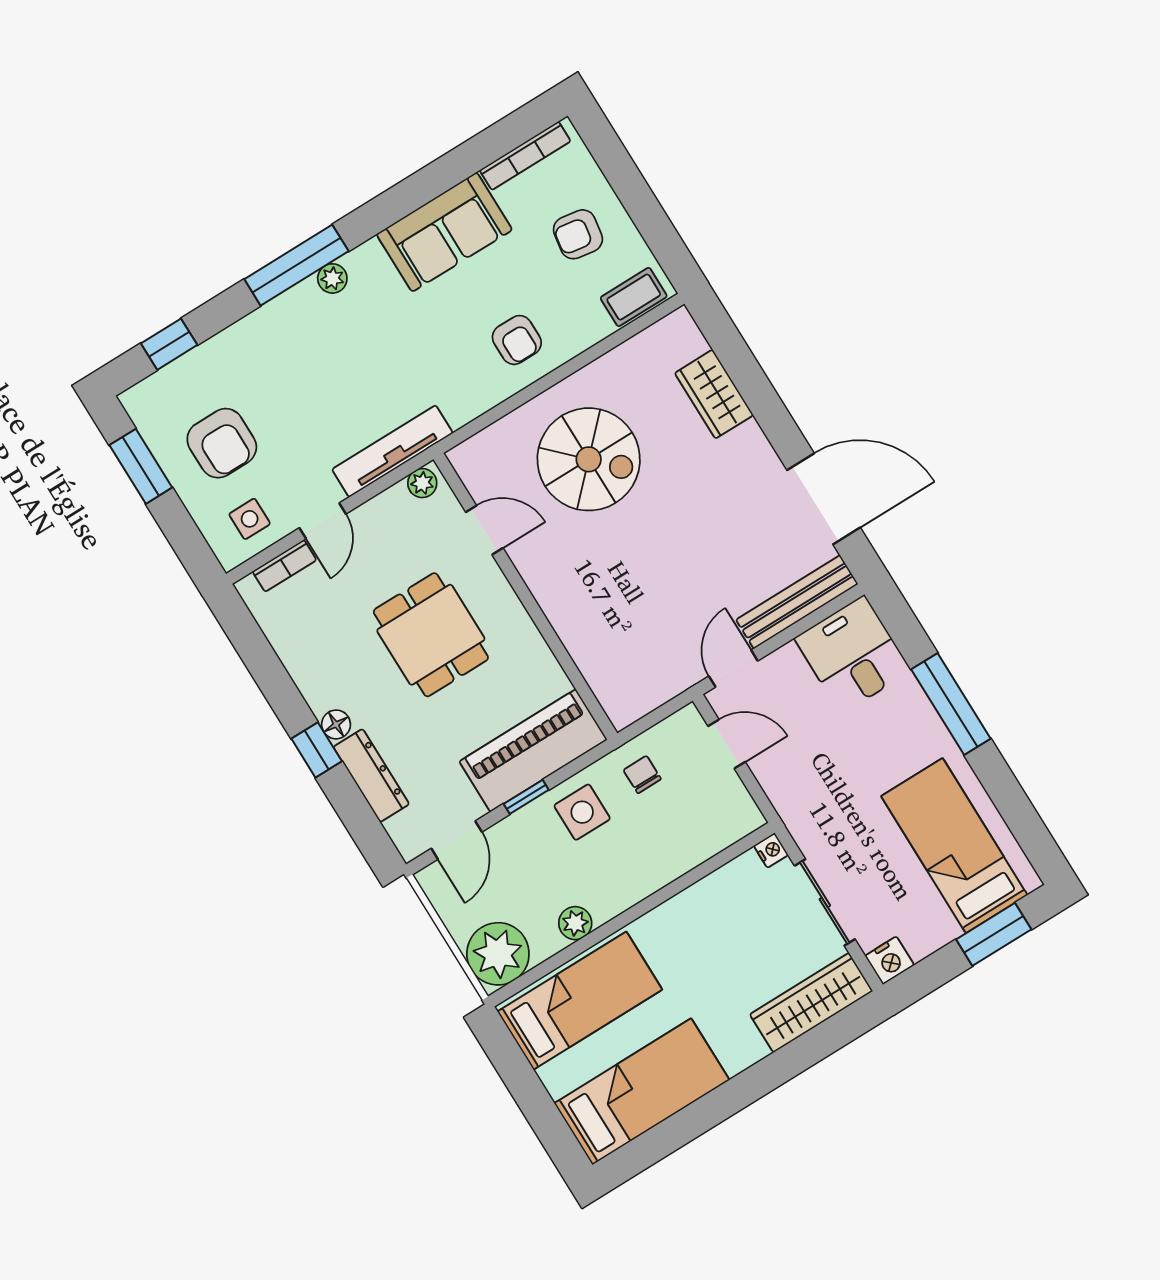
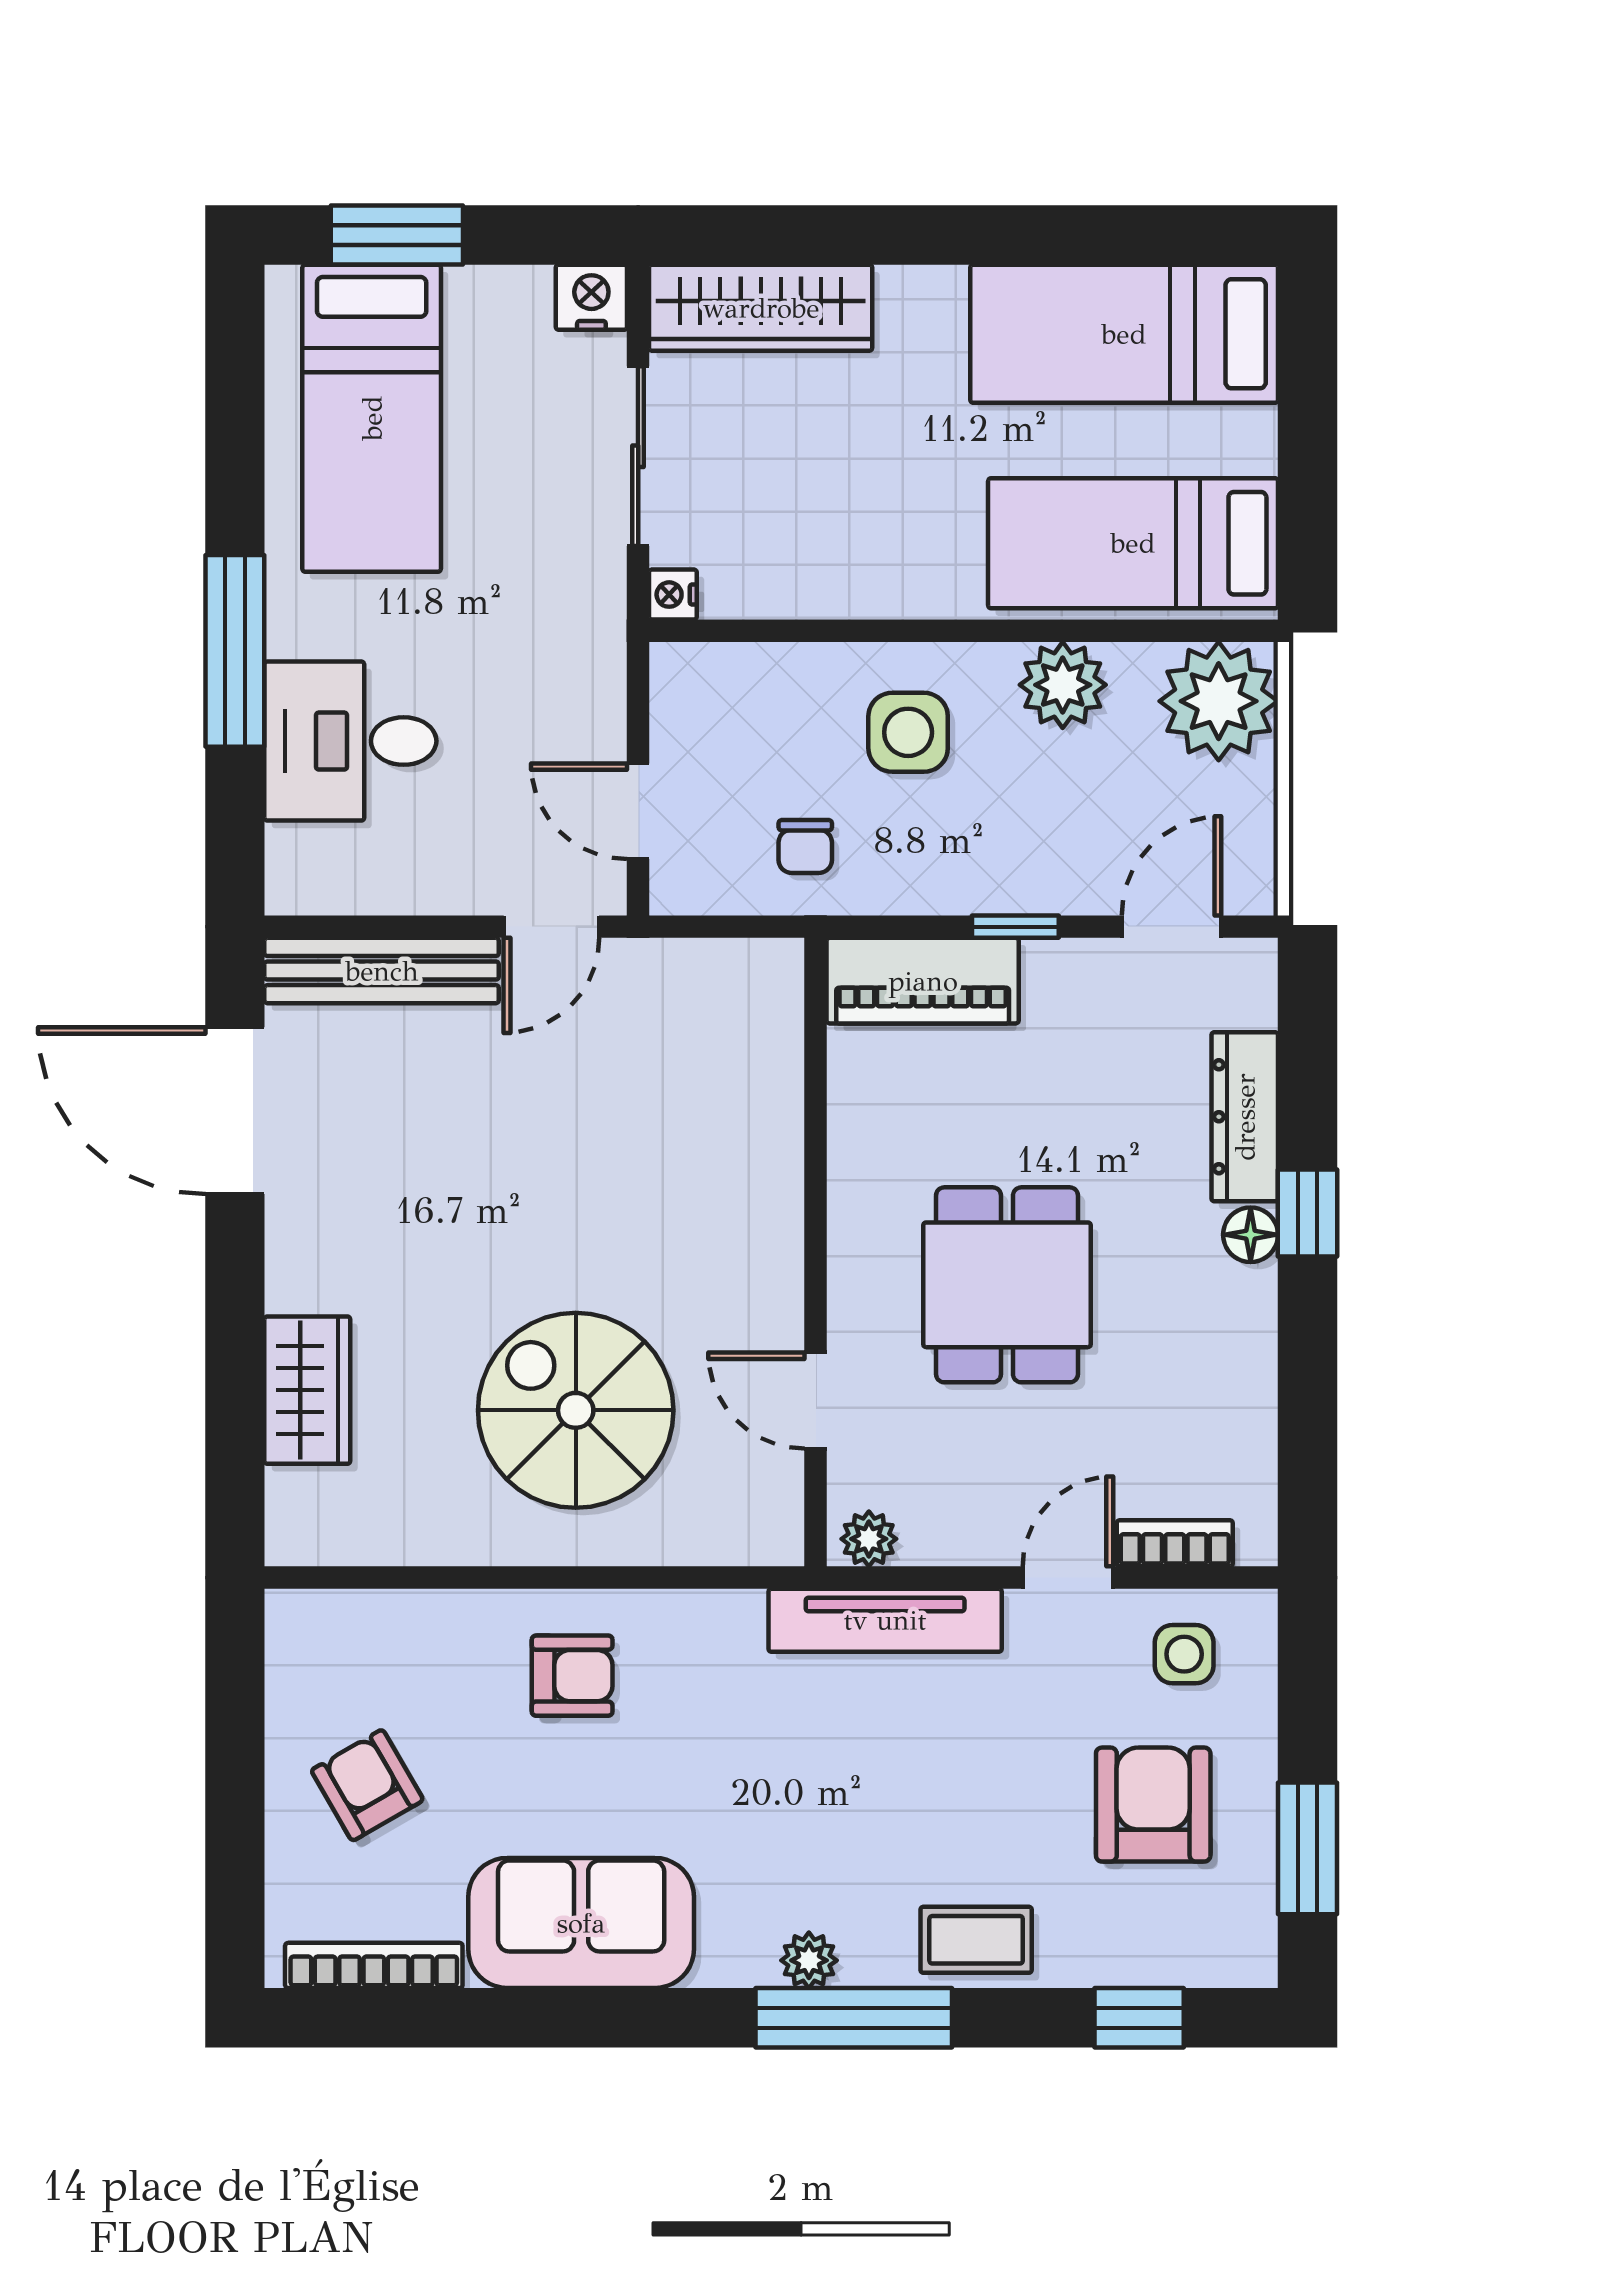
armchair: (578, 234) -> (367, 1785), turned -129
coffee table: (634, 297) -> (976, 1940), moved
armchair: (517, 340) -> (572, 1676), turned 90
desk: (853, 654) -> (350, 741), moved, turned 90
piano: (533, 751) -> (923, 981), width x0.73, depth x0.75
side table: (582, 812) -> (908, 732), moved
plant: (575, 923) -> (1063, 685), width x1.38, depth x1.38

